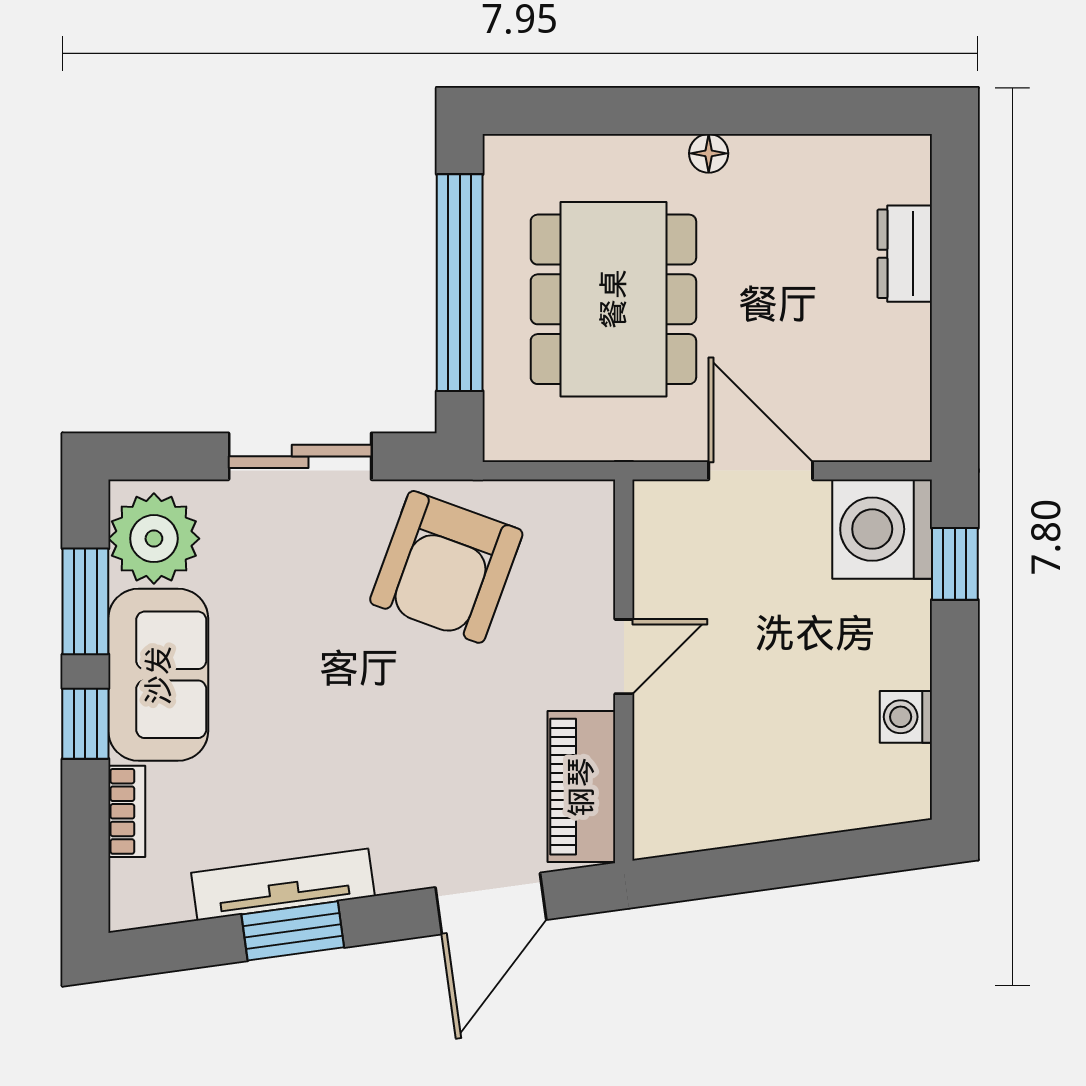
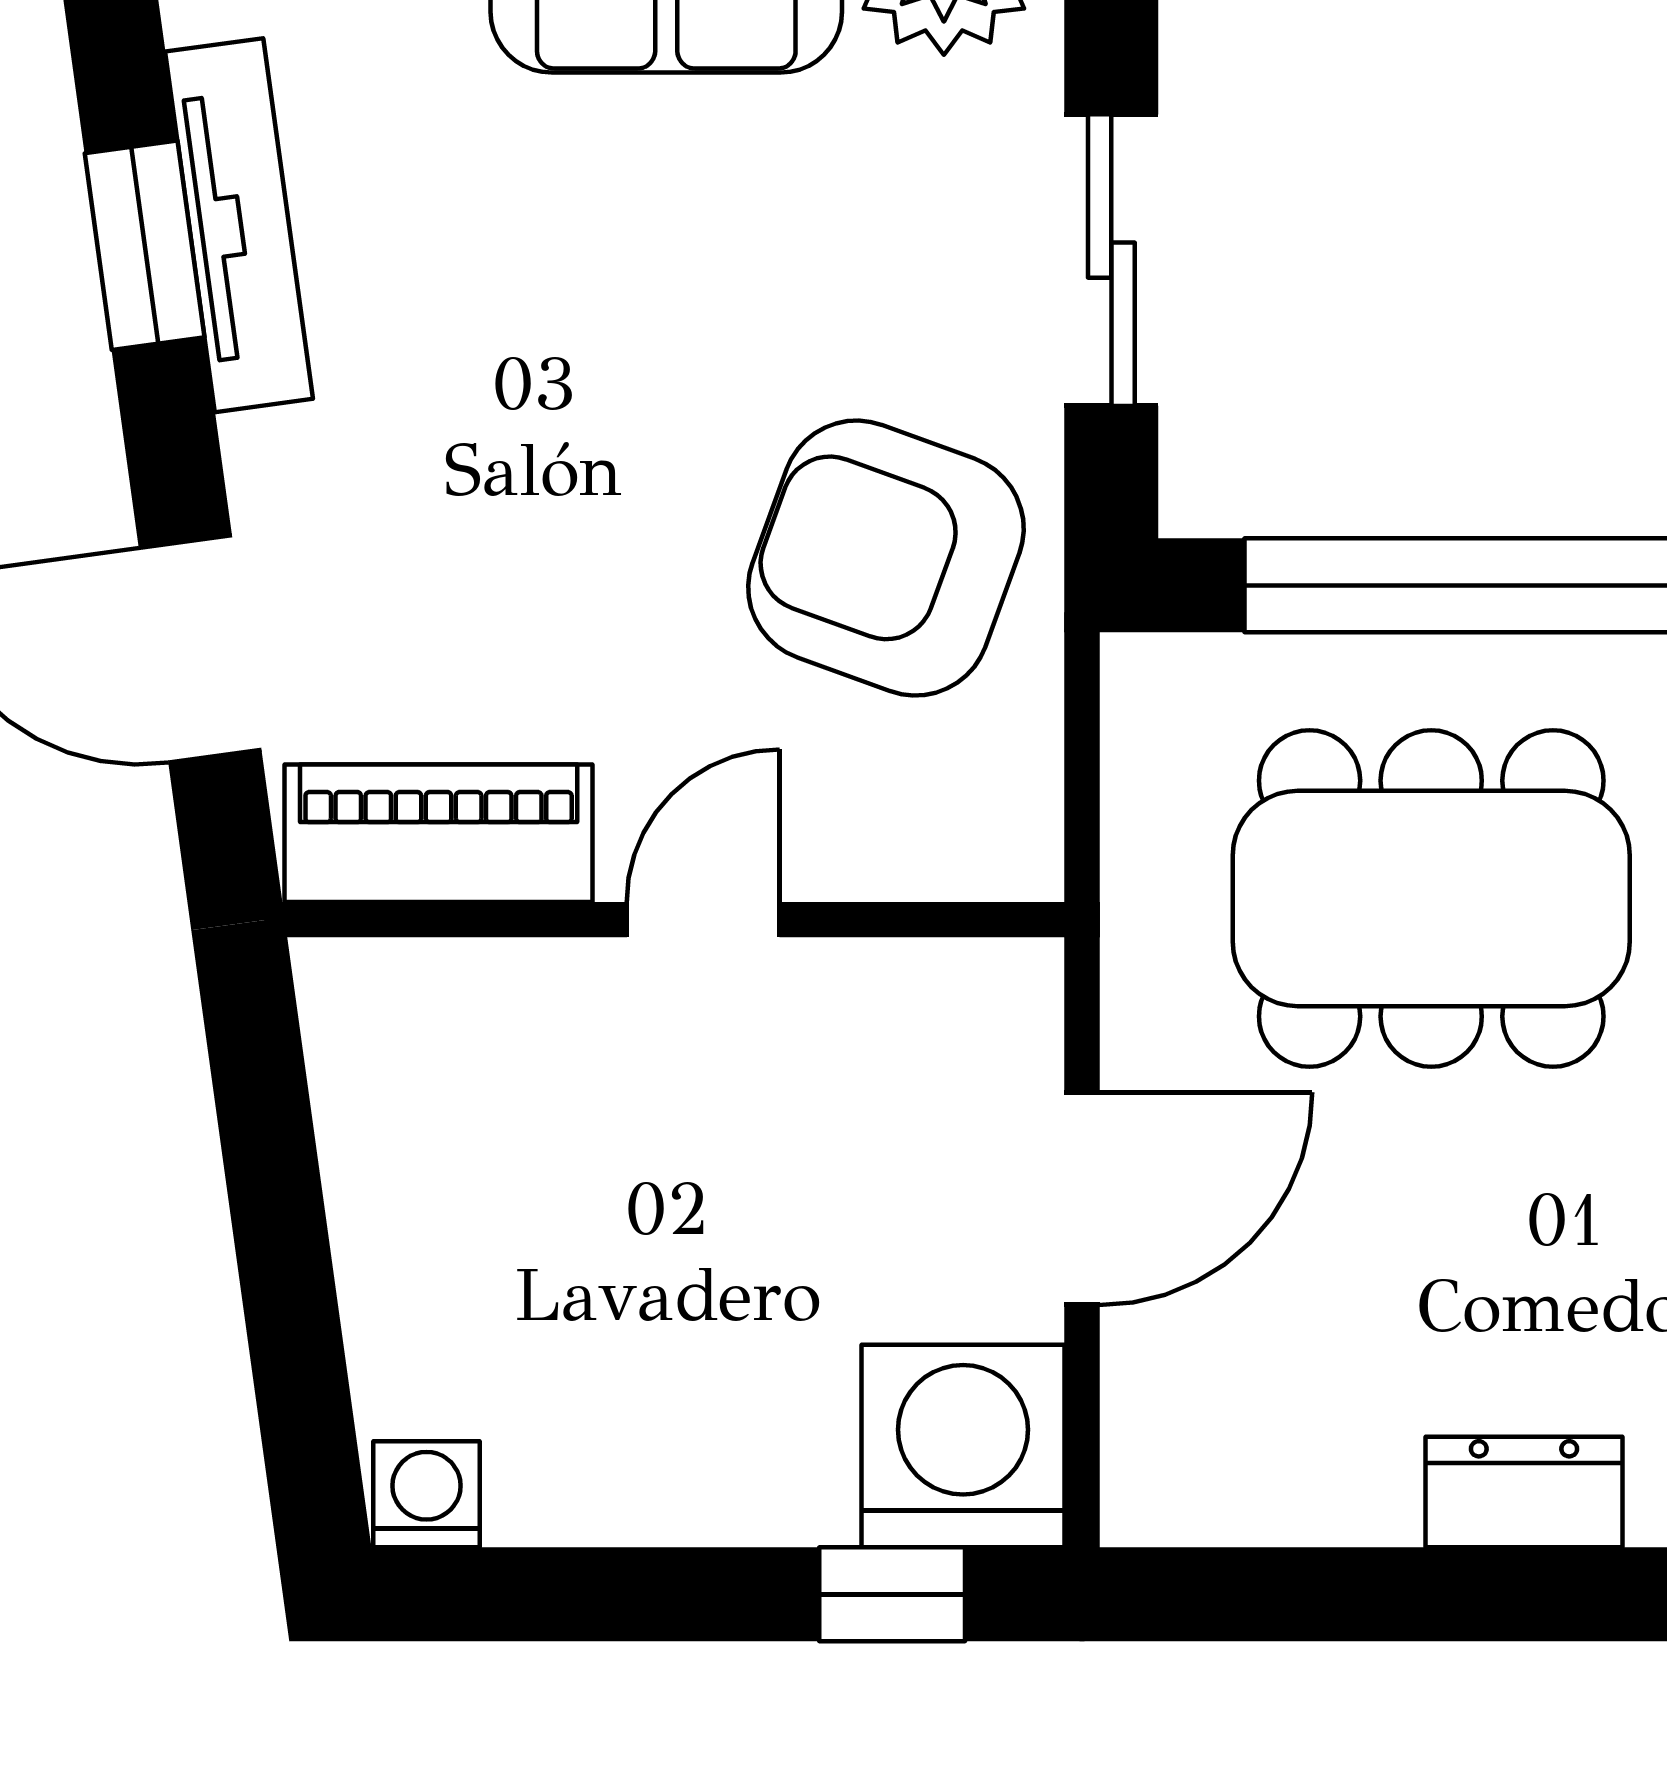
door: (624, 657) -> (703, 920), swing flipped
washing machine: (906, 717) -> (427, 1494), moved

